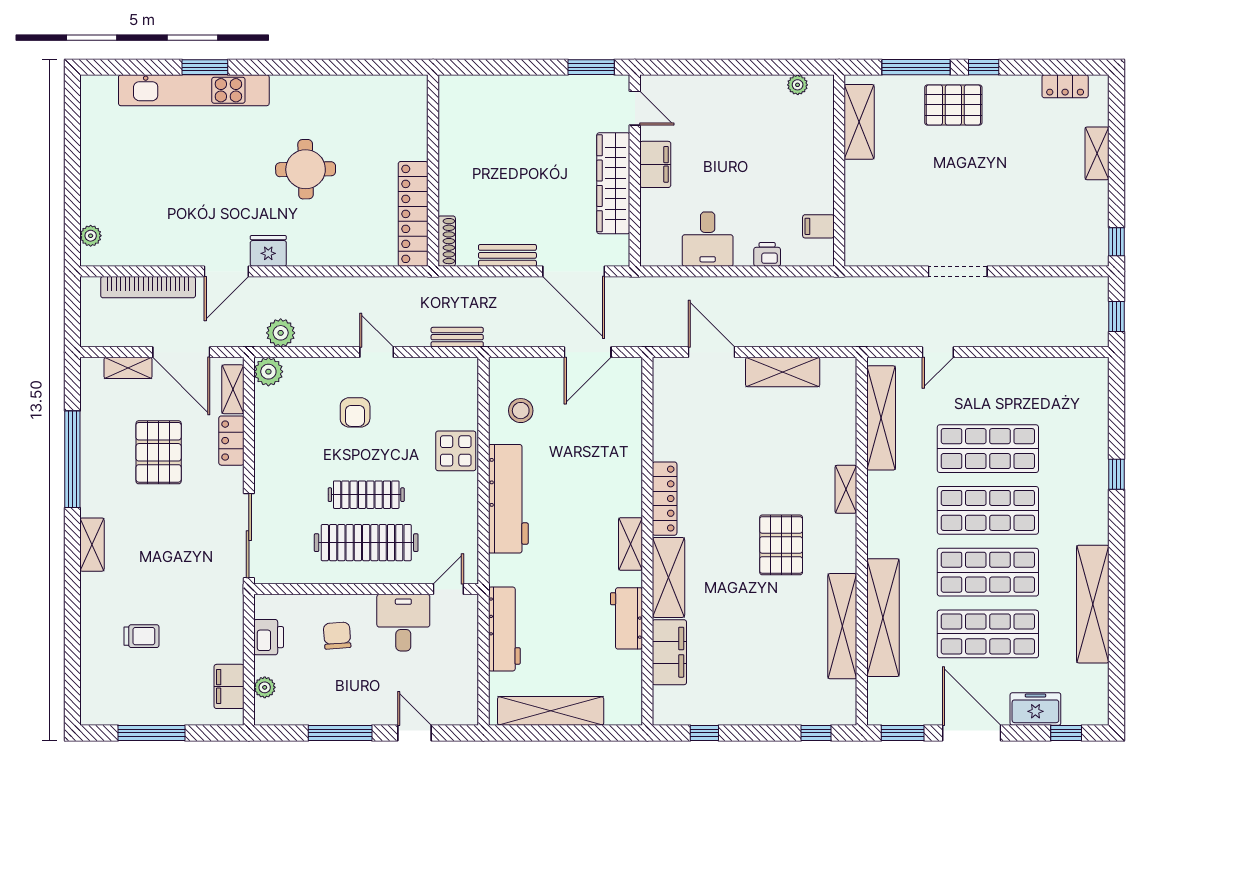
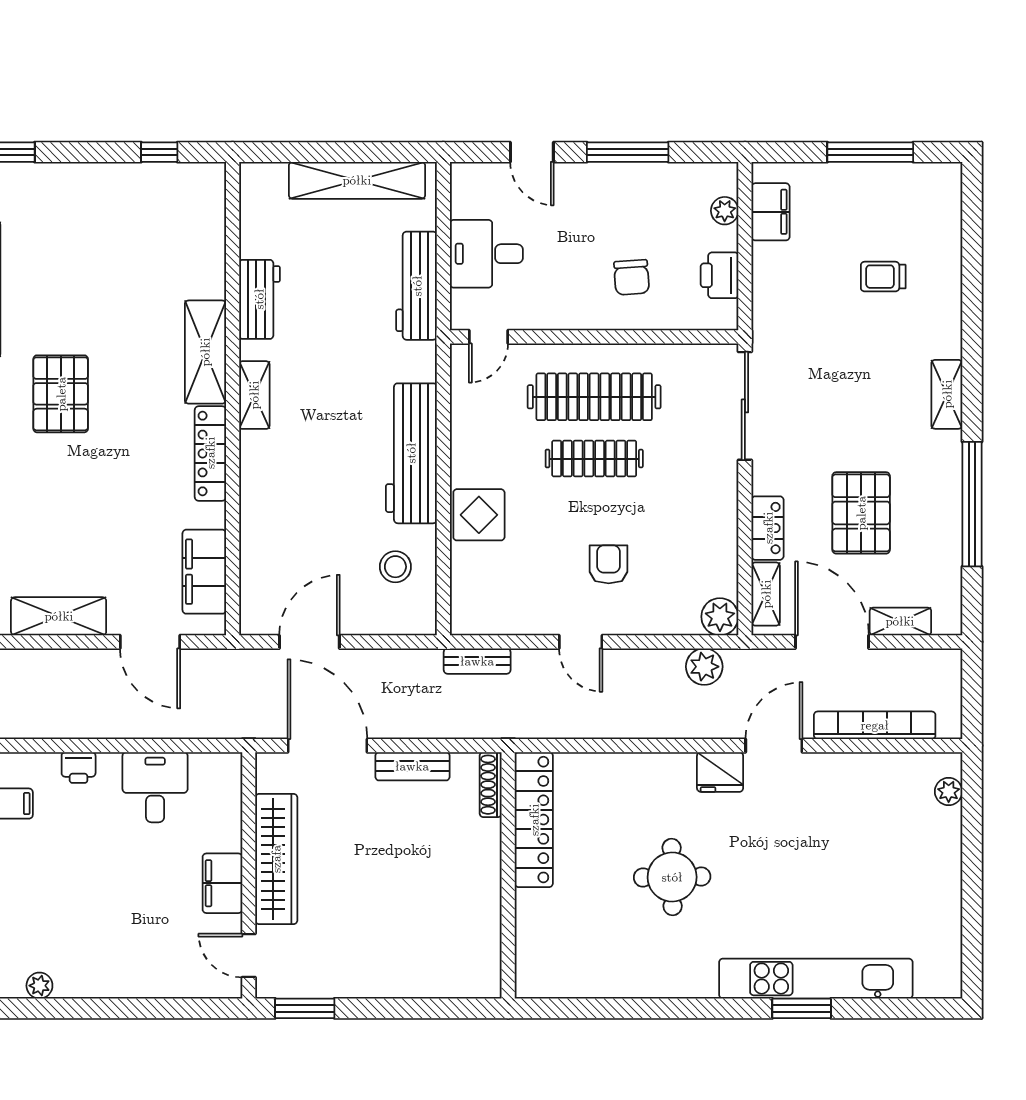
desk: (403, 623) -> (486, 254), moved, turned 90
filing cabinet: (669, 652) -> (204, 572), moved

